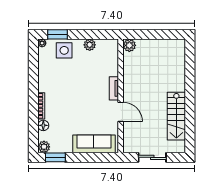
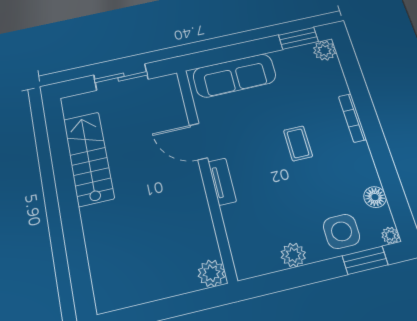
coffee table: (72, 99) -> (298, 143), added
floor lamp: (43, 125) -> (375, 197), moved

